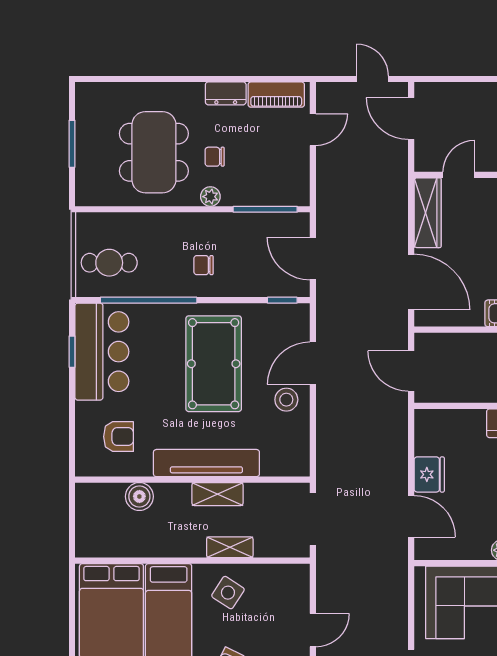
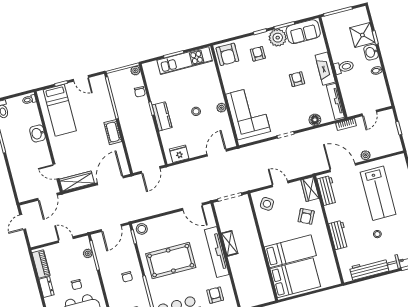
door: (411, 119) -> (47, 197), moved
door: (313, 130) -> (66, 240), moved
plant: (210, 197) -> (88, 253), moved
door: (313, 363) -> (192, 207), moved
stool: (286, 400) -> (142, 229), moved
fridge: (429, 474) -> (179, 154), moved
boiler: (139, 496) -> (240, 279), removed
shelving: (230, 547) -> (252, 231), removed
side table: (228, 593) -> (267, 204), moved

